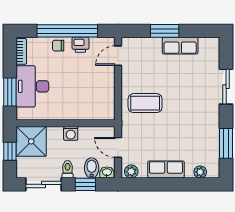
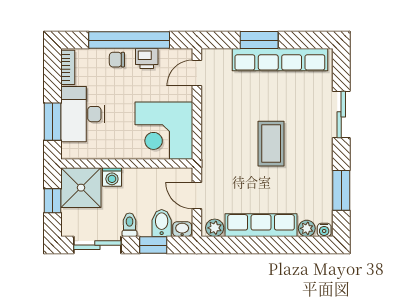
row of seats: (180, 46) -> (280, 60), width x2.02
corner desk: (93, 99) -> (164, 131), added
coffee table: (145, 103) -> (271, 144), moved, turned 90
washing machine: (71, 133) -> (112, 177), moved
row of seats: (166, 170) -> (261, 225), width x1.48
water cooler: (213, 173) -> (324, 230), added

